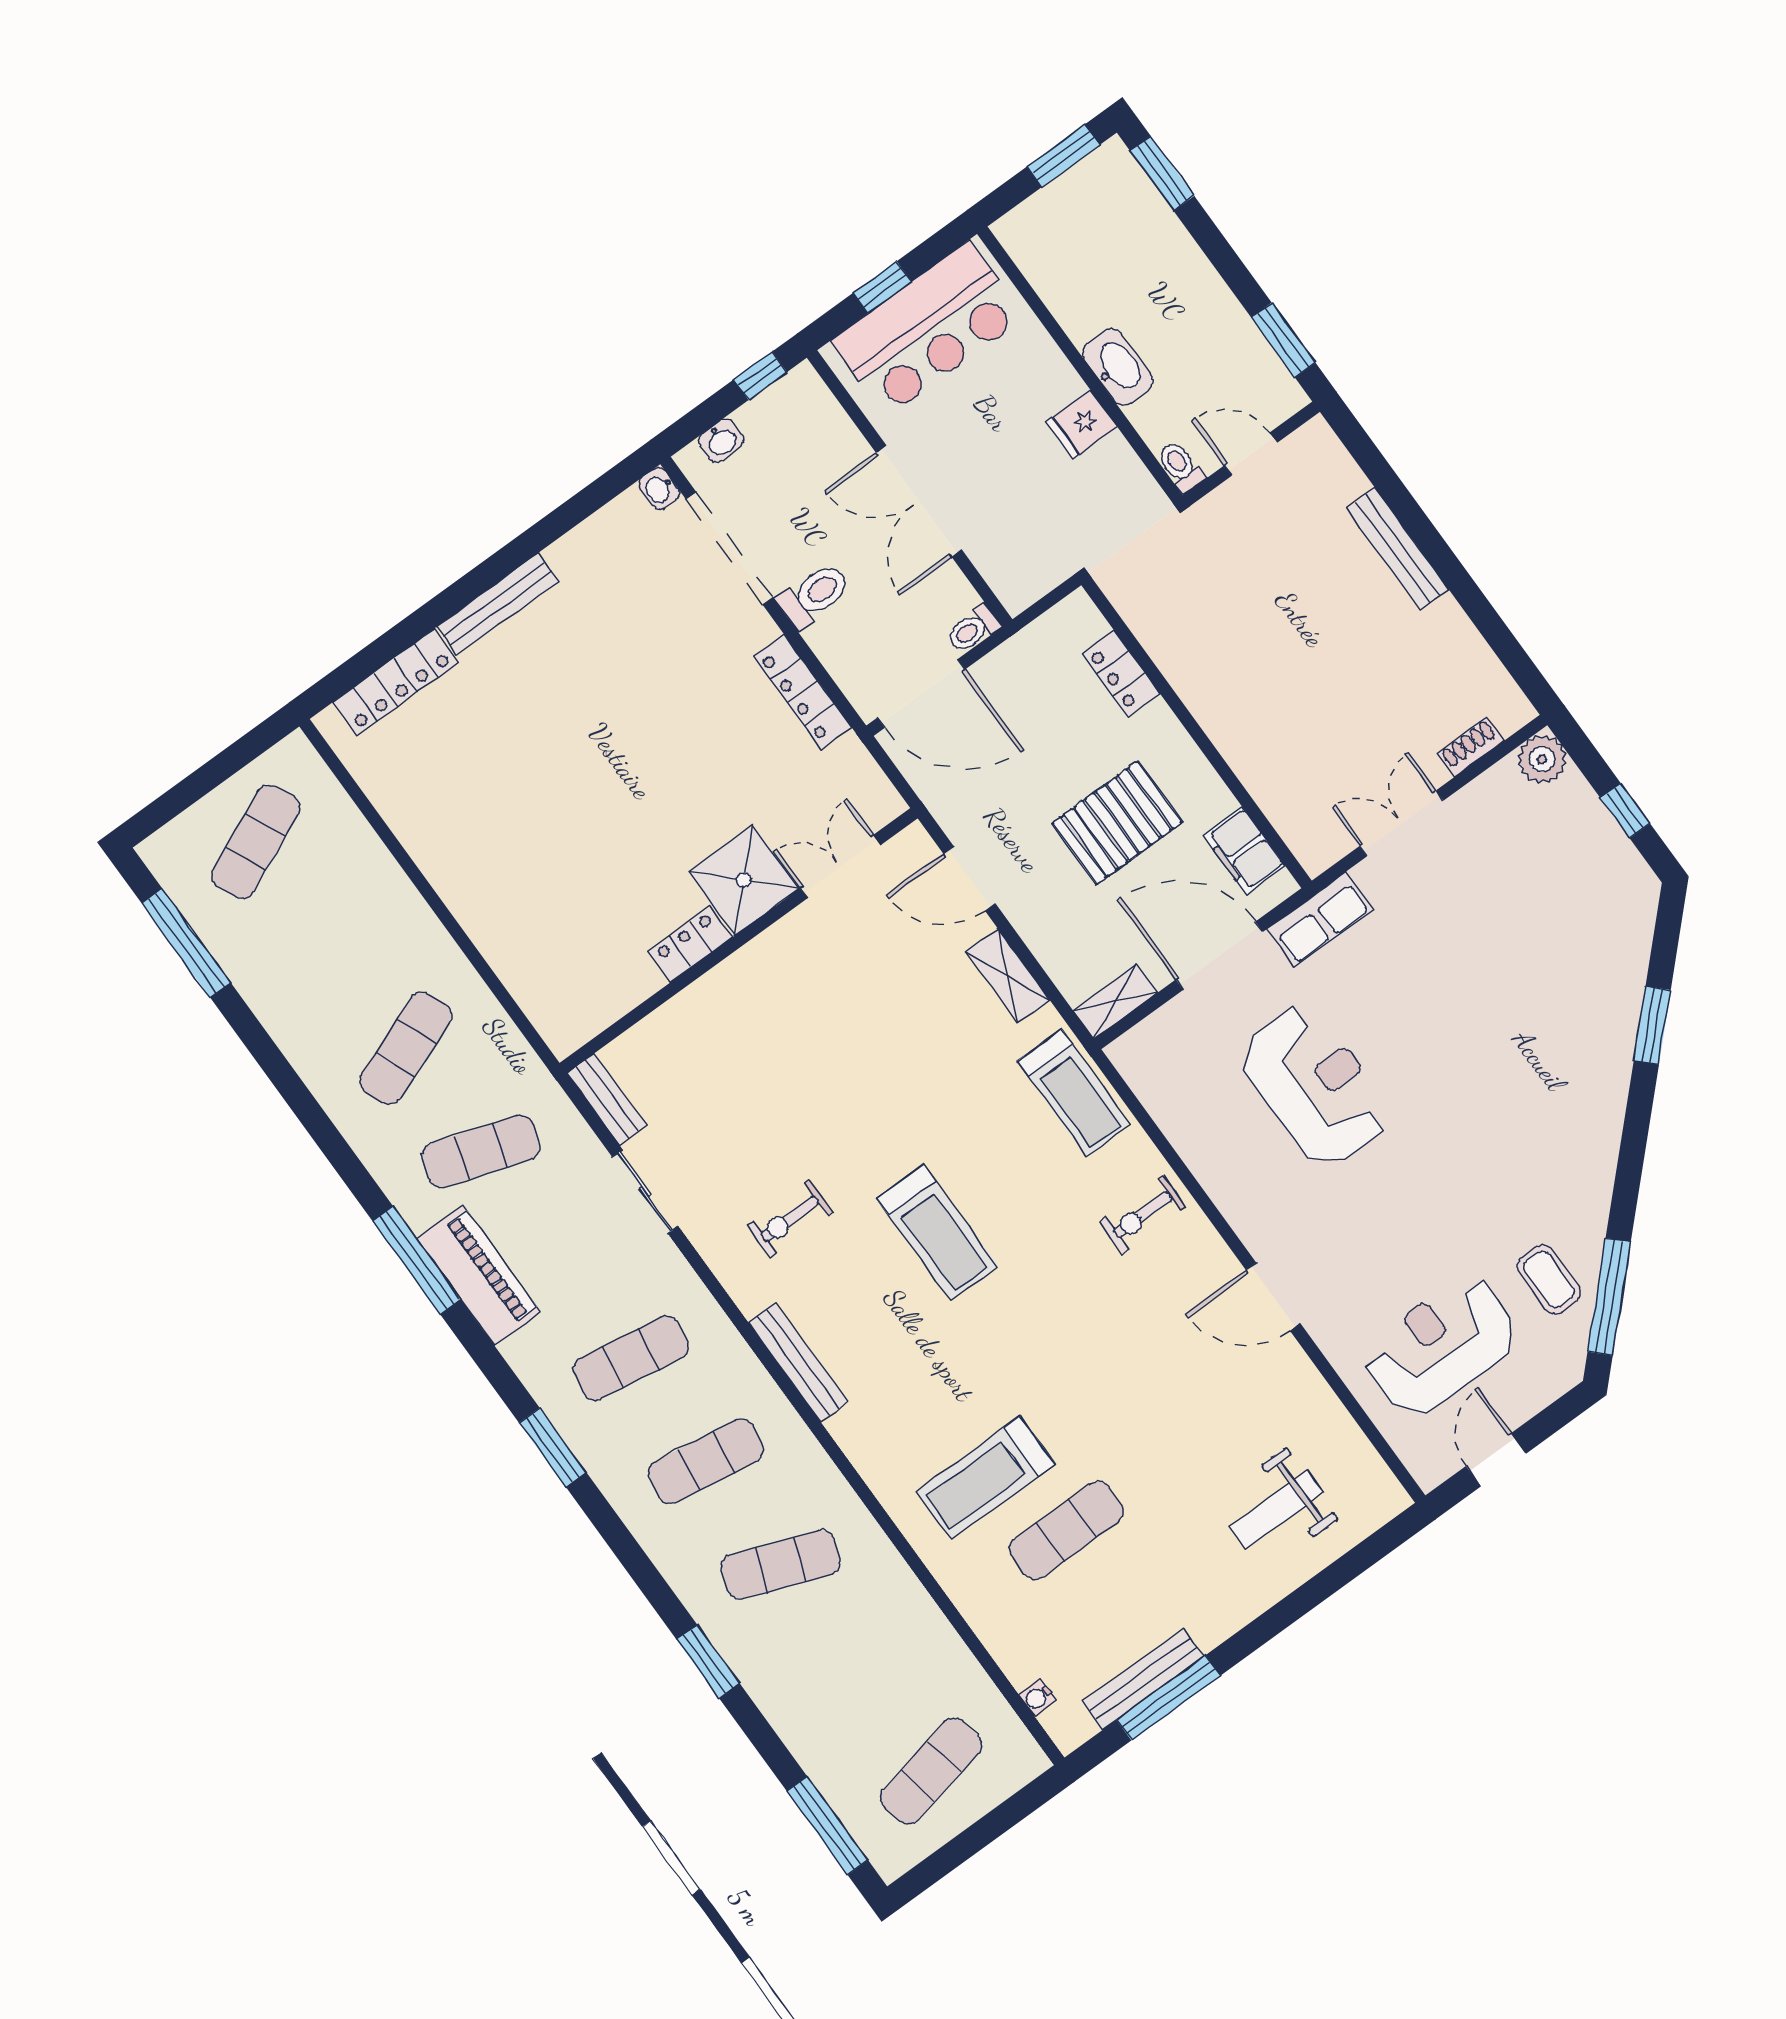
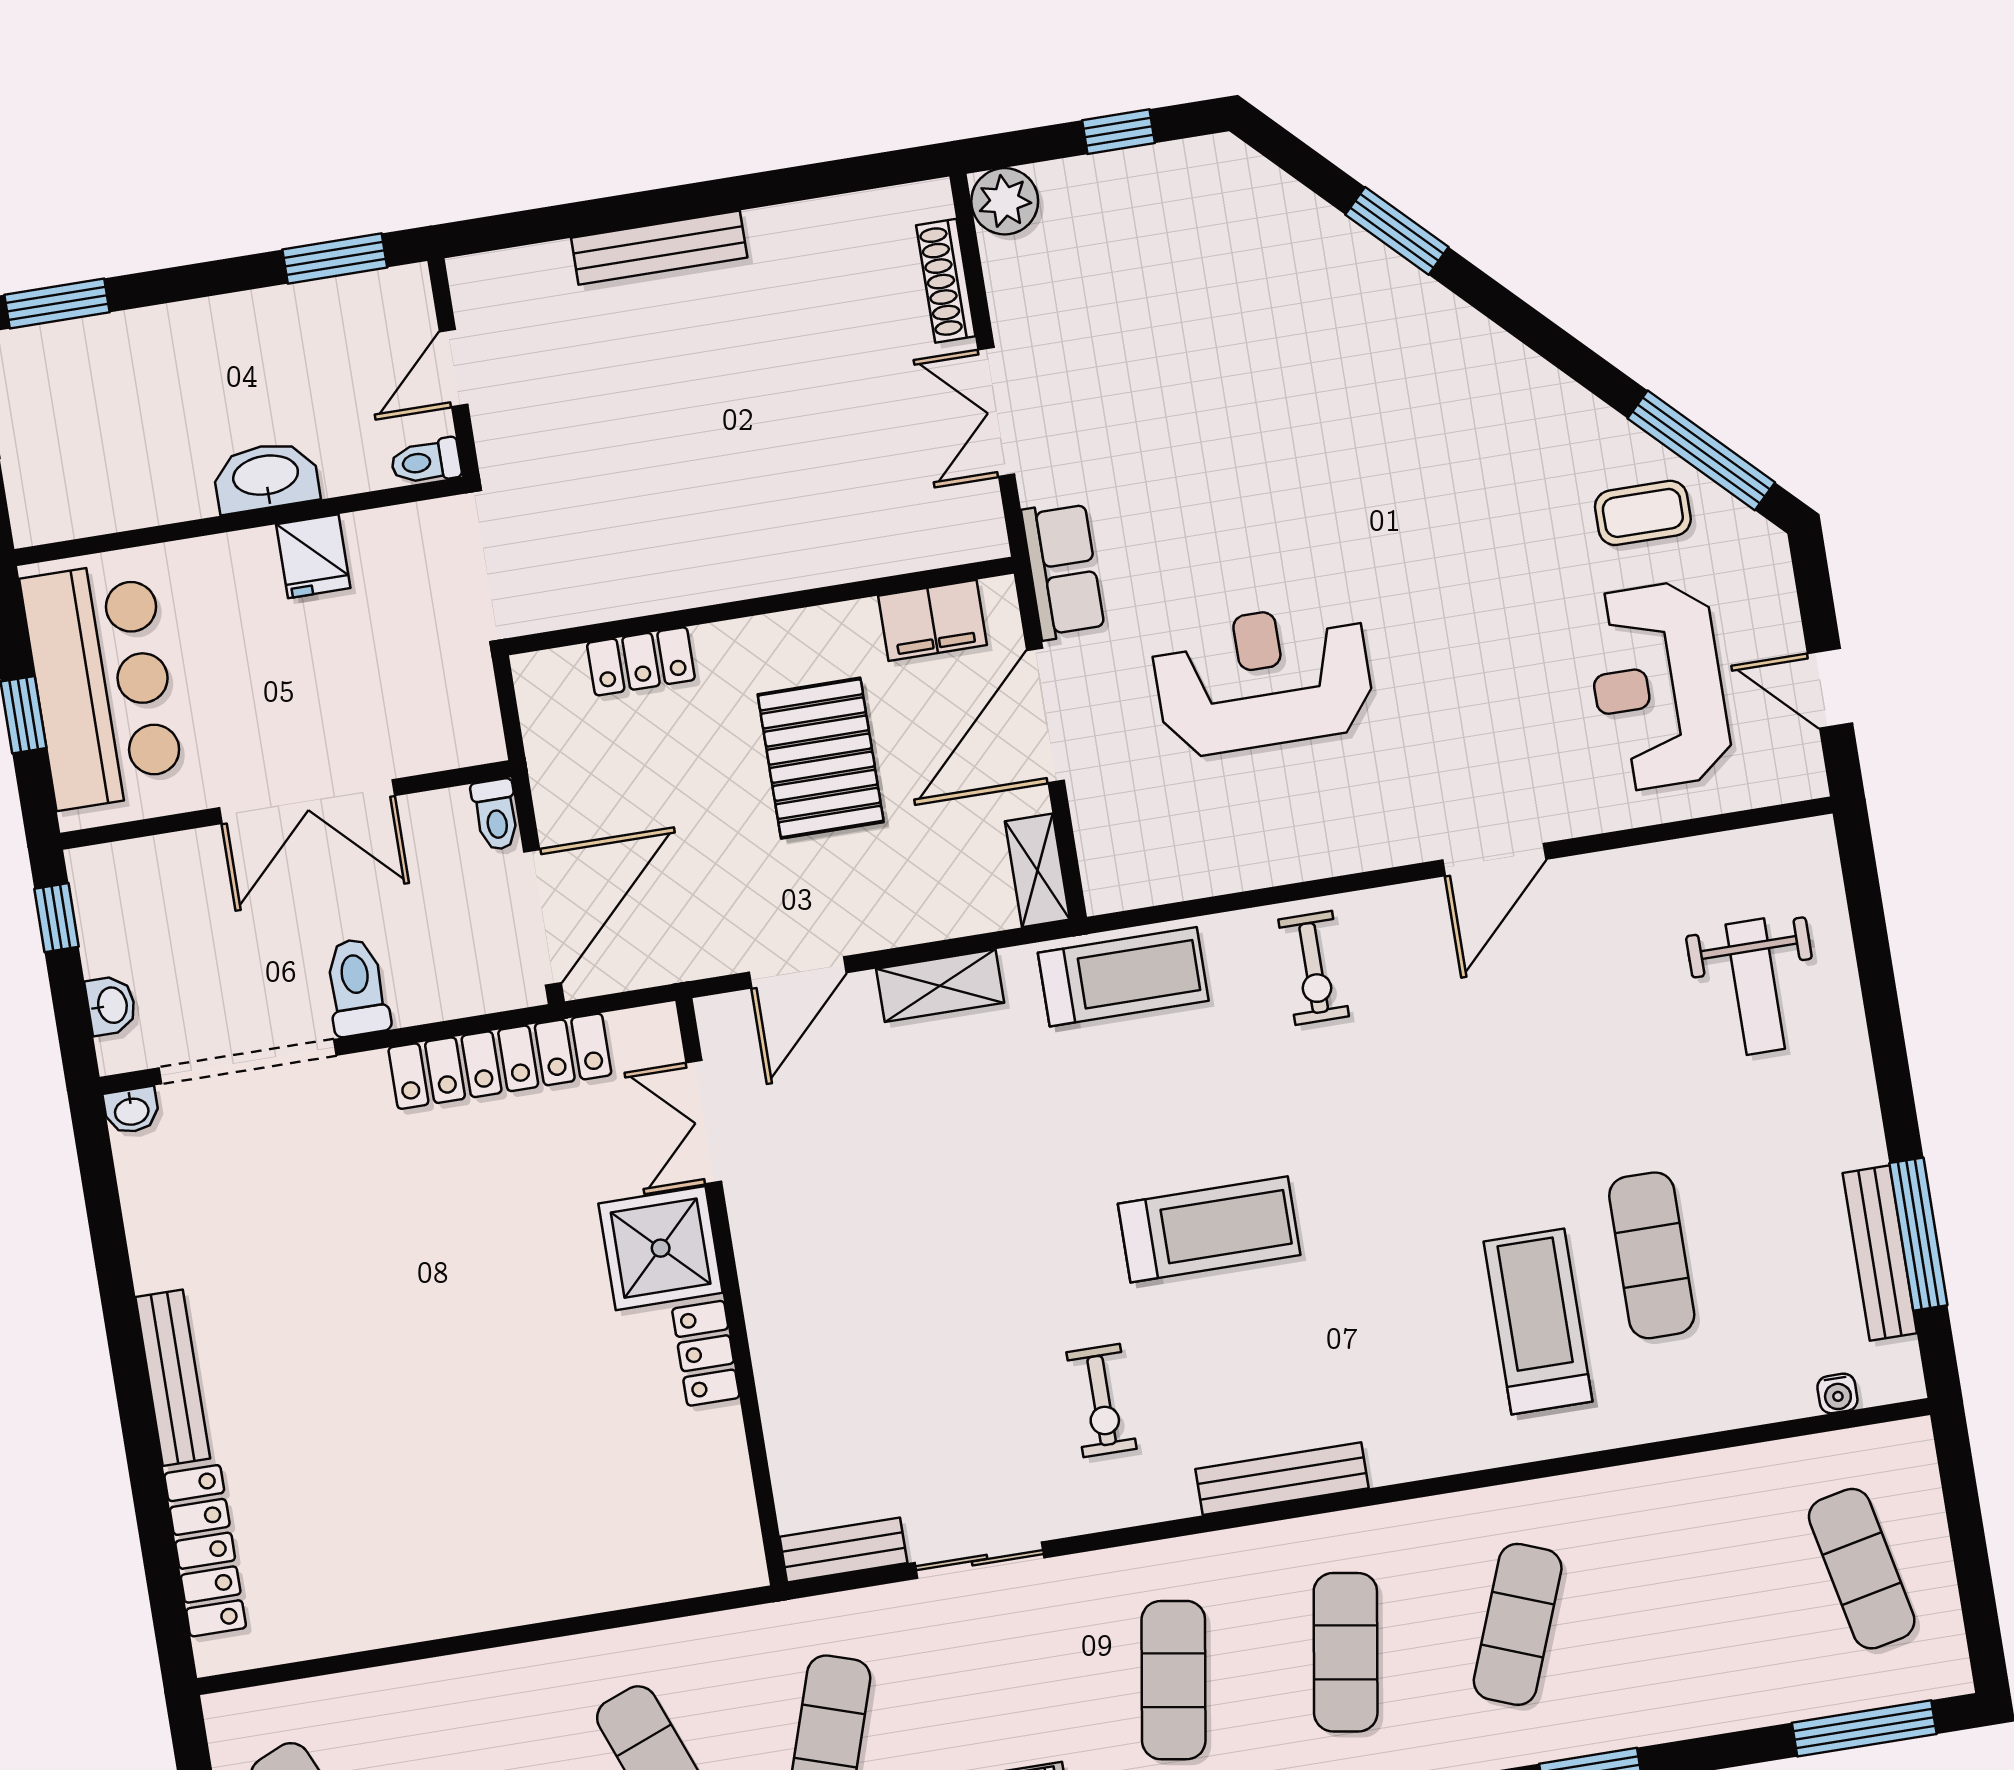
locker: (802, 692) -> (500, 1061), width x1.41, depth x1.21
shoe rack: (1471, 747) -> (946, 281), width x1.43
treadmill: (986, 1478) -> (1538, 1321), turned 180

